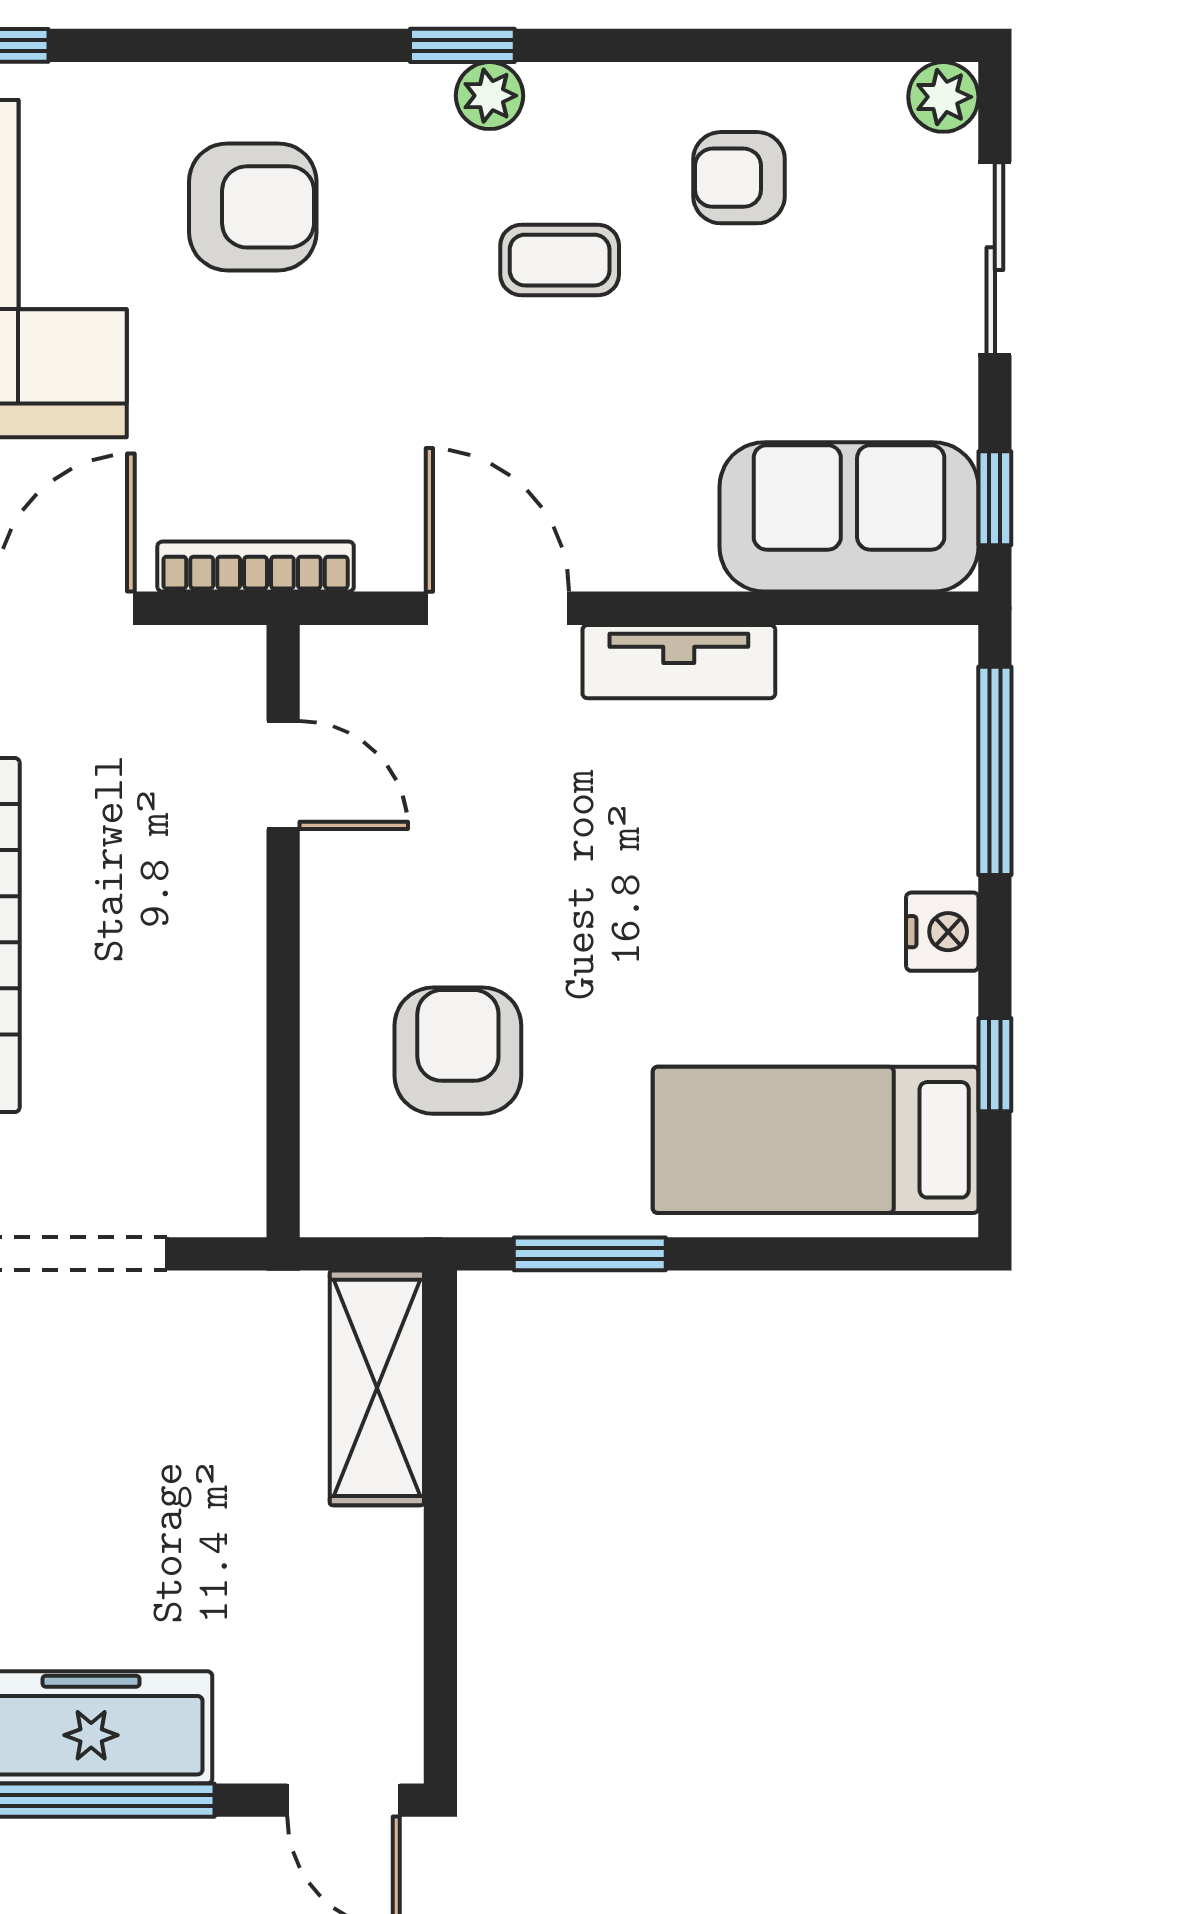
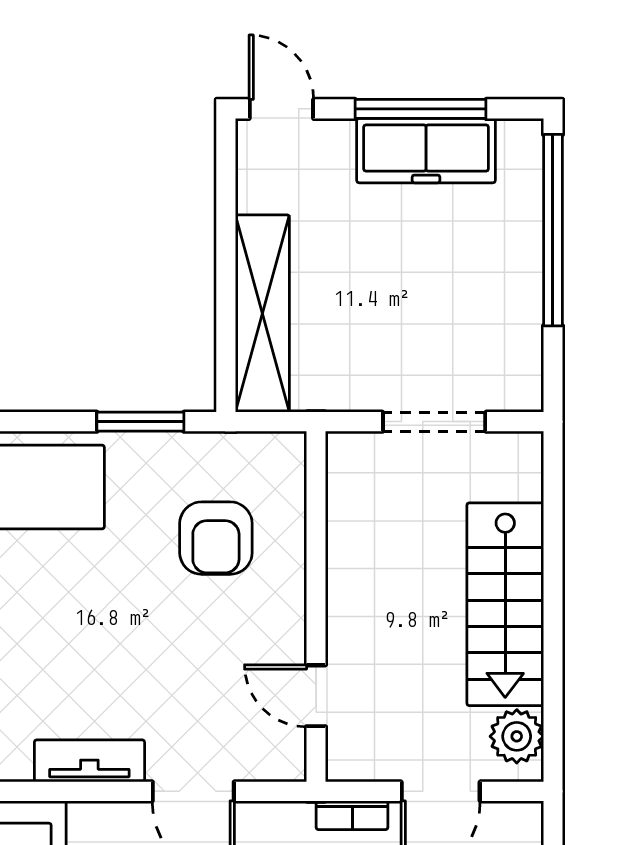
bookcase: (256, 567) -> (352, 815), width x0.64
shelving: (377, 1388) -> (262, 314), width x1.47

